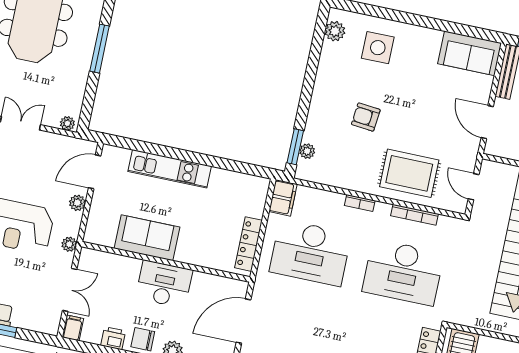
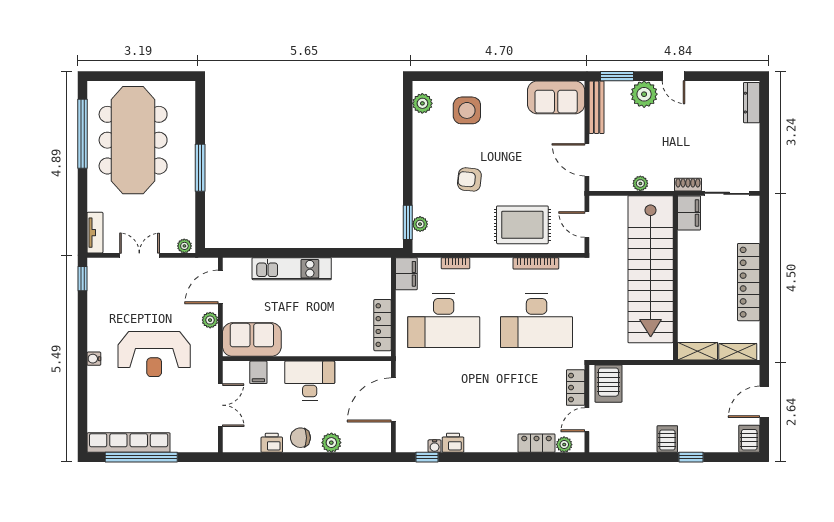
bookcase: (360, 203) -> (455, 263), moved
sofa: (147, 238) -> (252, 340), moved
plant: (69, 244) -> (211, 361), removed
filing cabinet: (73, 328) -> (258, 372), moved, turned 180

